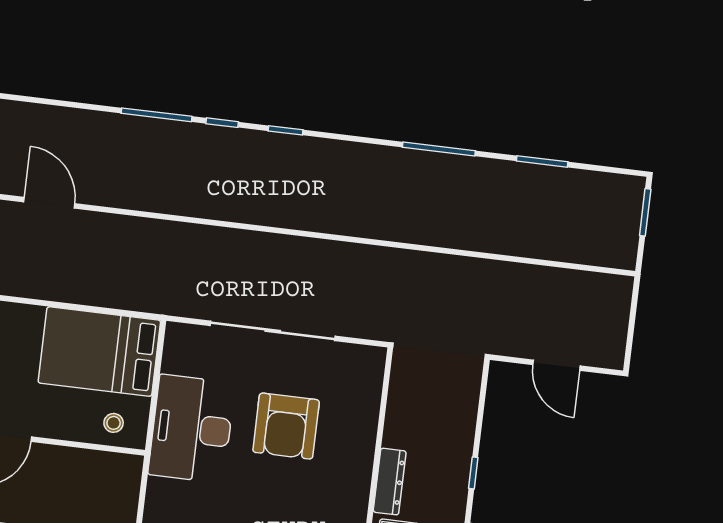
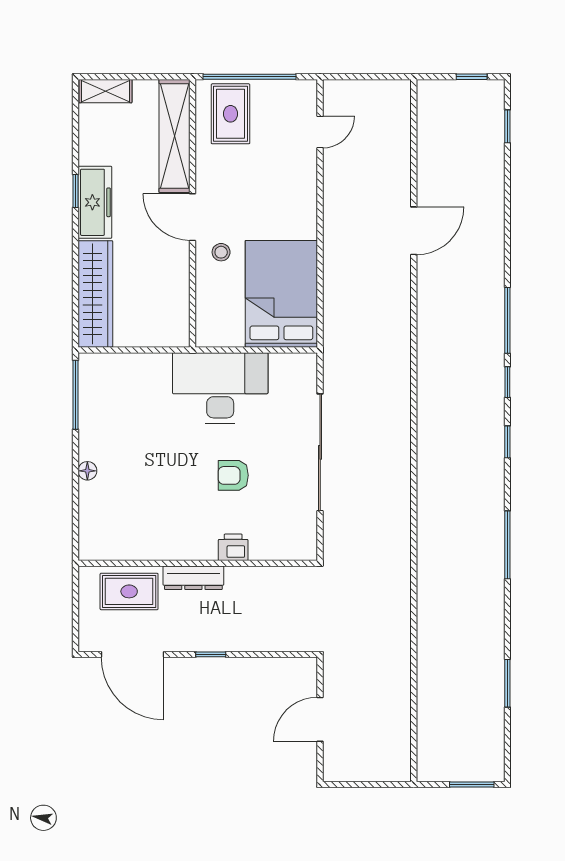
window: (439, 149) -> (507, 545), moved
stool: (114, 423) -> (221, 252), moved
armchair: (286, 426) -> (233, 475), width x0.53, depth x0.53
printer: (362, 435) -> (233, 547), added

